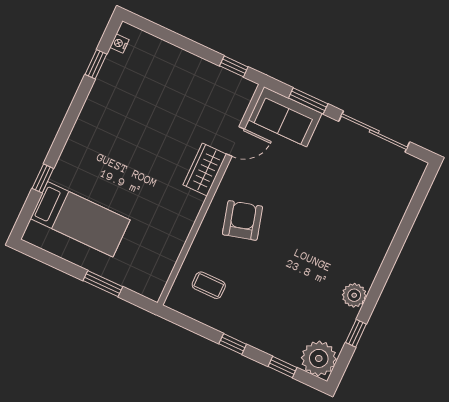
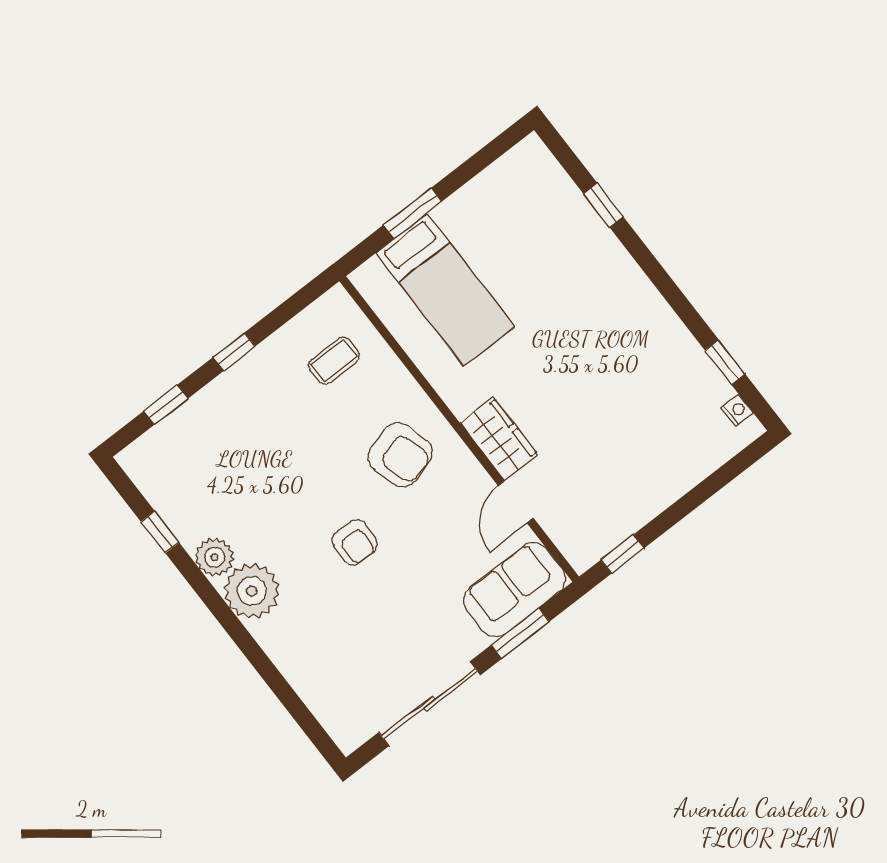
bed: (80, 219) -> (445, 290), moved, turned -90
armchair: (305, 221) -> (355, 542), added
plant: (319, 358) -> (252, 591), moved

